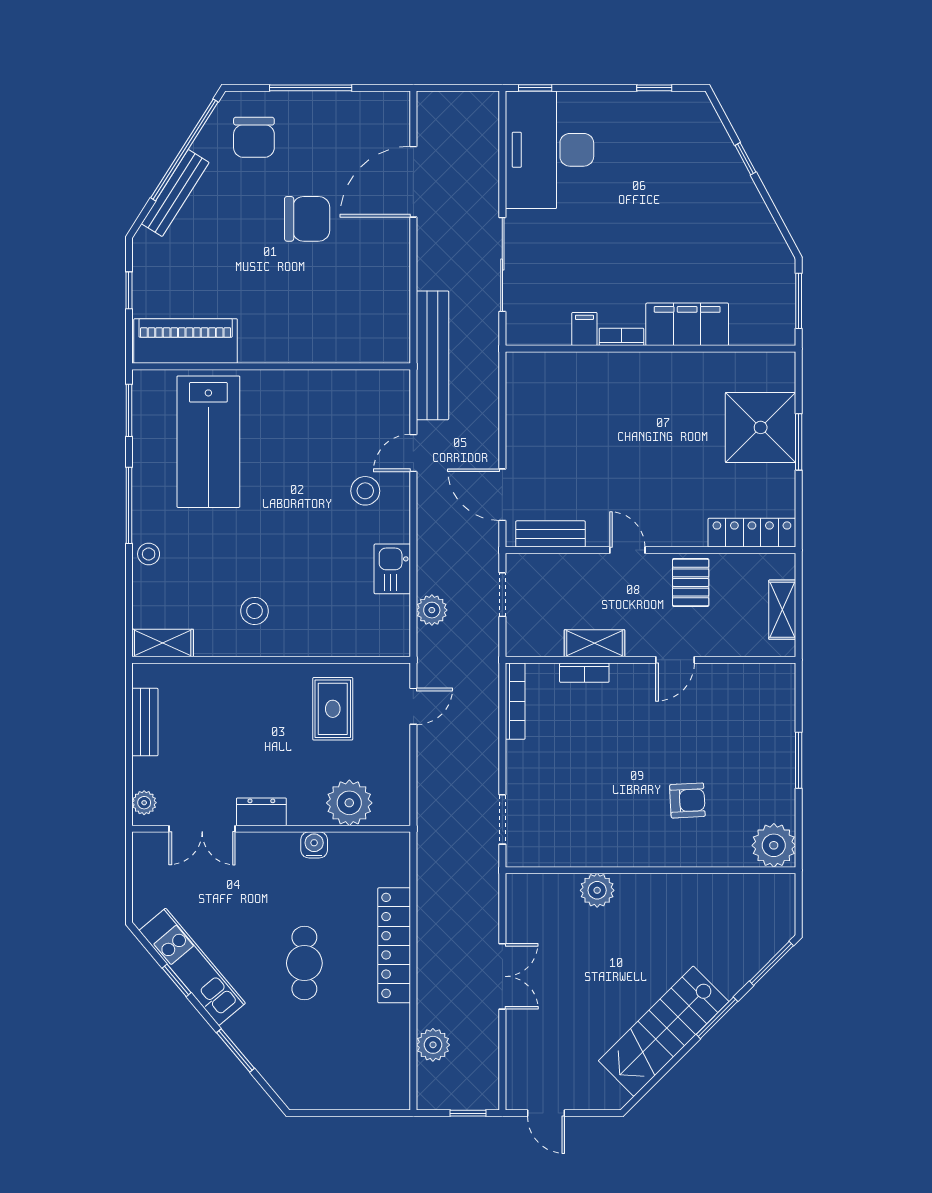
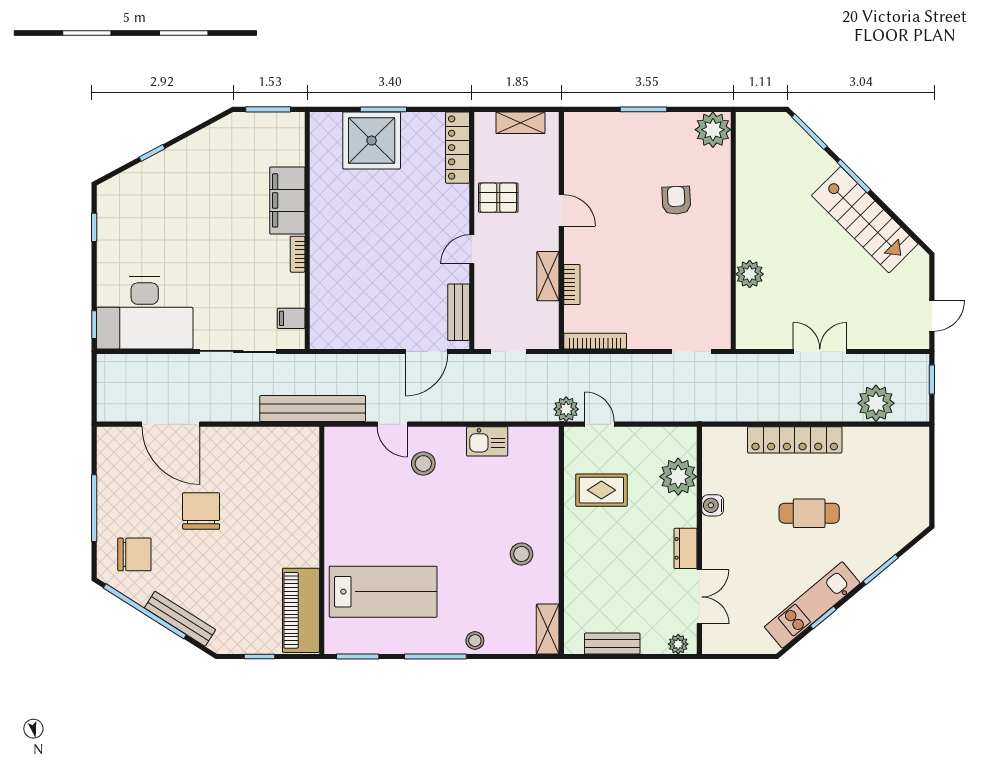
filing cabinet: (584, 329) -> (291, 318), moved
plant: (432, 610) -> (566, 409), moved
plant: (433, 1045) -> (876, 403), width x1.36, depth x1.36

